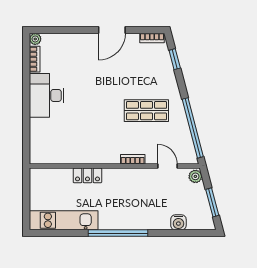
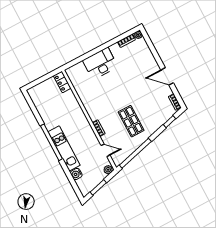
desk: (47, 95) -> (100, 63), moved
door: (167, 166) -> (105, 150), hinge flipped
locker: (87, 175) -> (62, 82), moved
kitchen unit: (64, 220) -> (64, 148), moved

